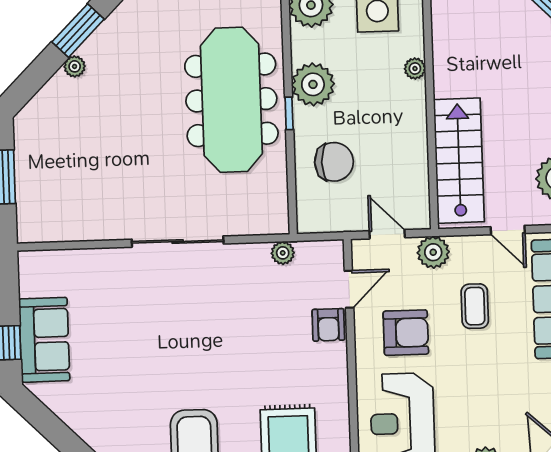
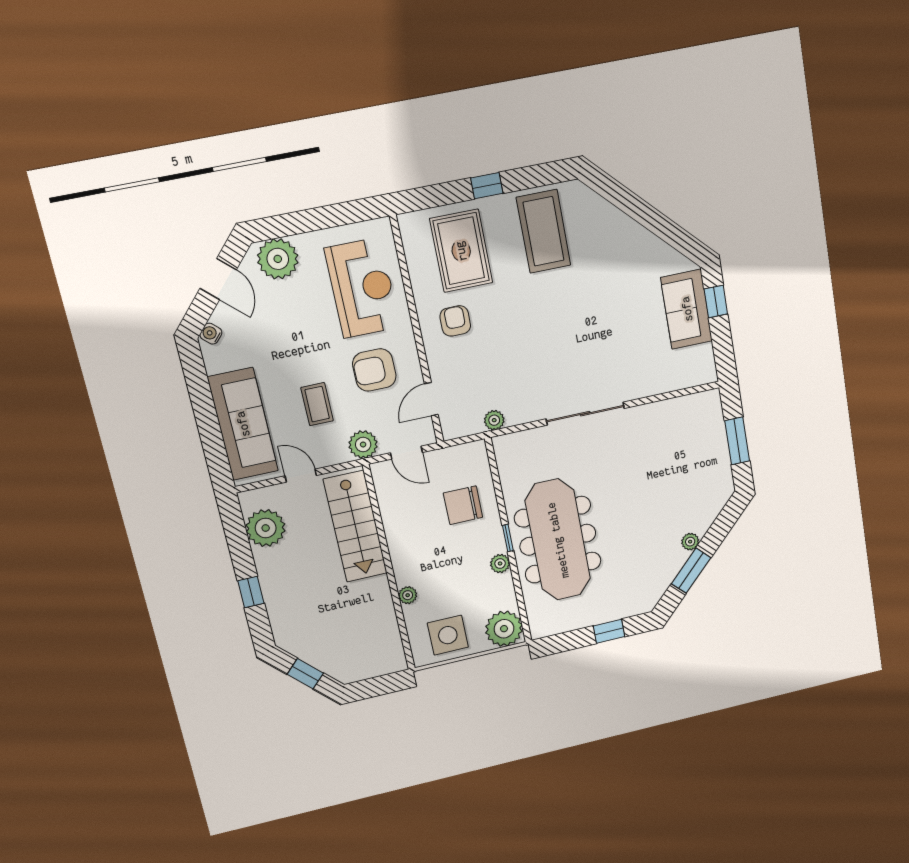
plant: (313, 84) -> (500, 564), width x0.53, depth x0.53
armchair: (328, 325) -> (455, 321), moved

